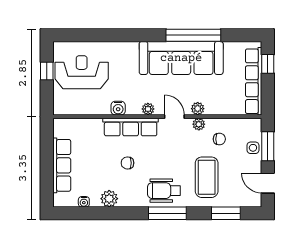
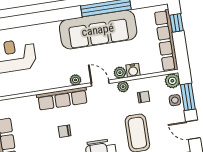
water cooler: (118, 108) -> (133, 70), moved
plant: (253, 126) -> (172, 81), added

